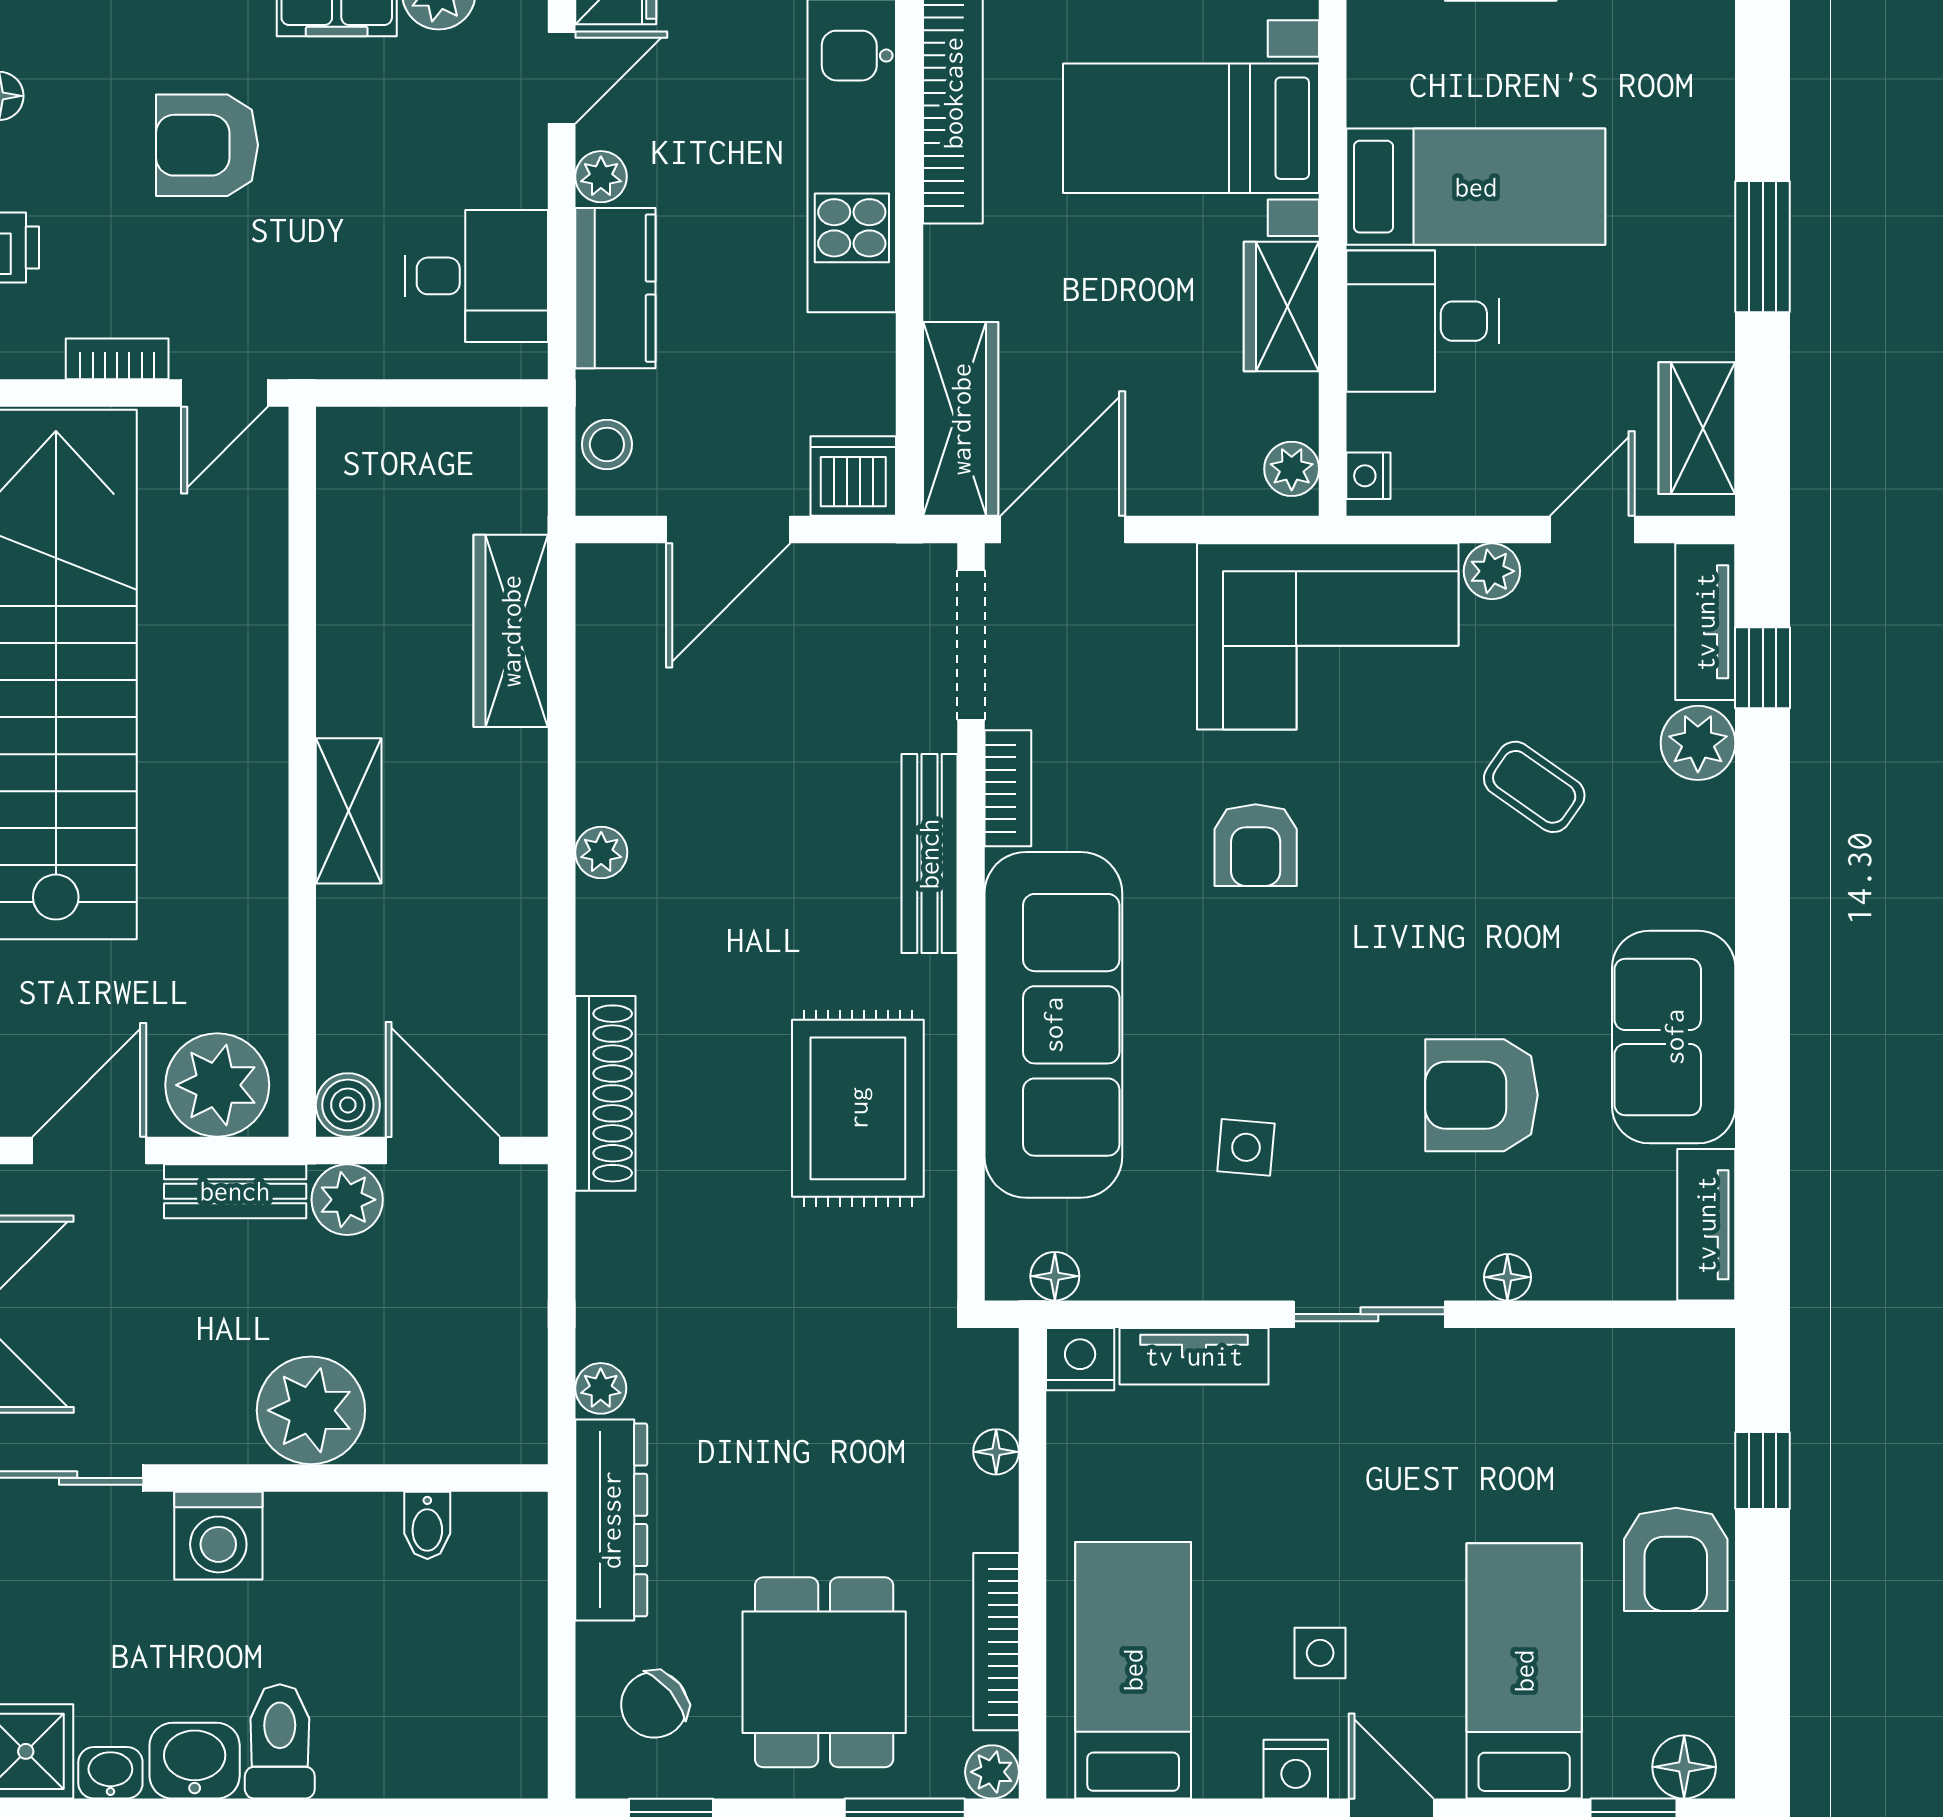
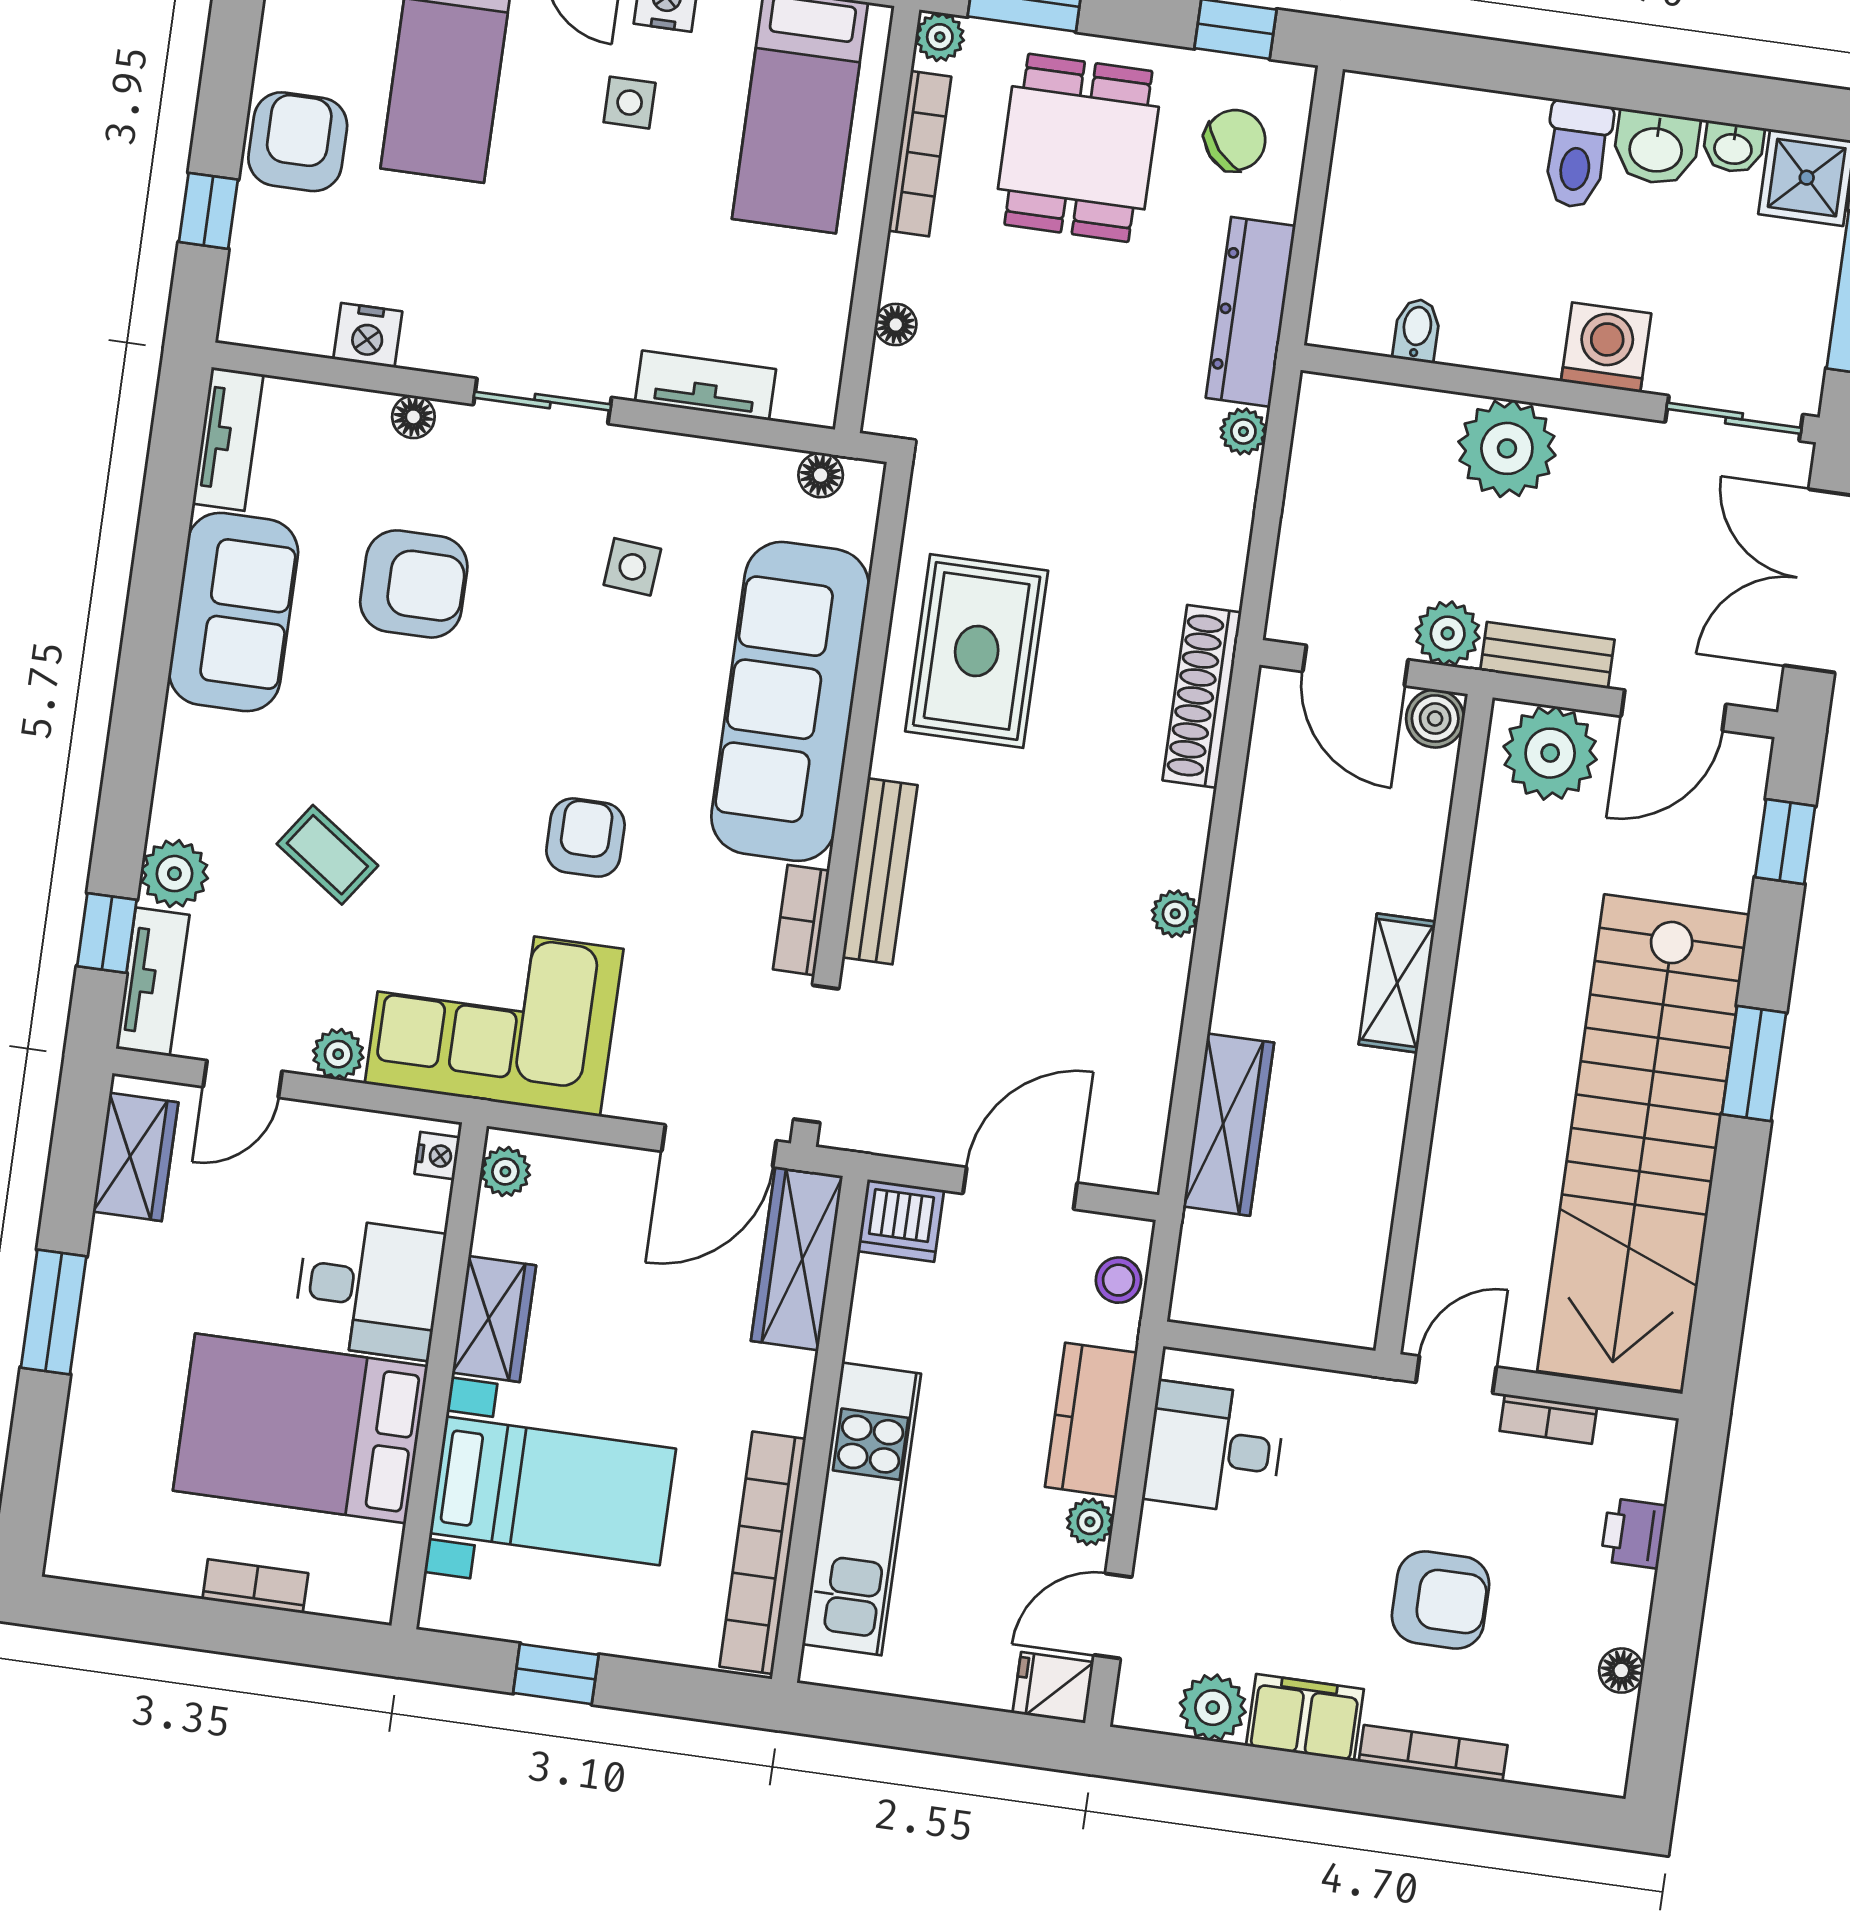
bed: (1476, 187) -> (300, 1428), width x1.50
nightstand: (1080, 1359) -> (368, 335), moved

